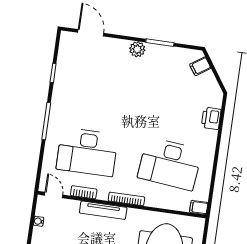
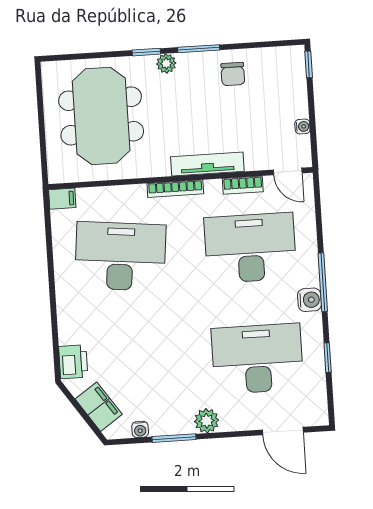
water cooler: (180, 53) -> (140, 429), added
filing cabinet: (200, 66) -> (99, 407), width x2.00
desk: (97, 82) -> (257, 359), added
water cooler: (57, 112) -> (309, 300), added
printer: (211, 118) -> (73, 362), moved

